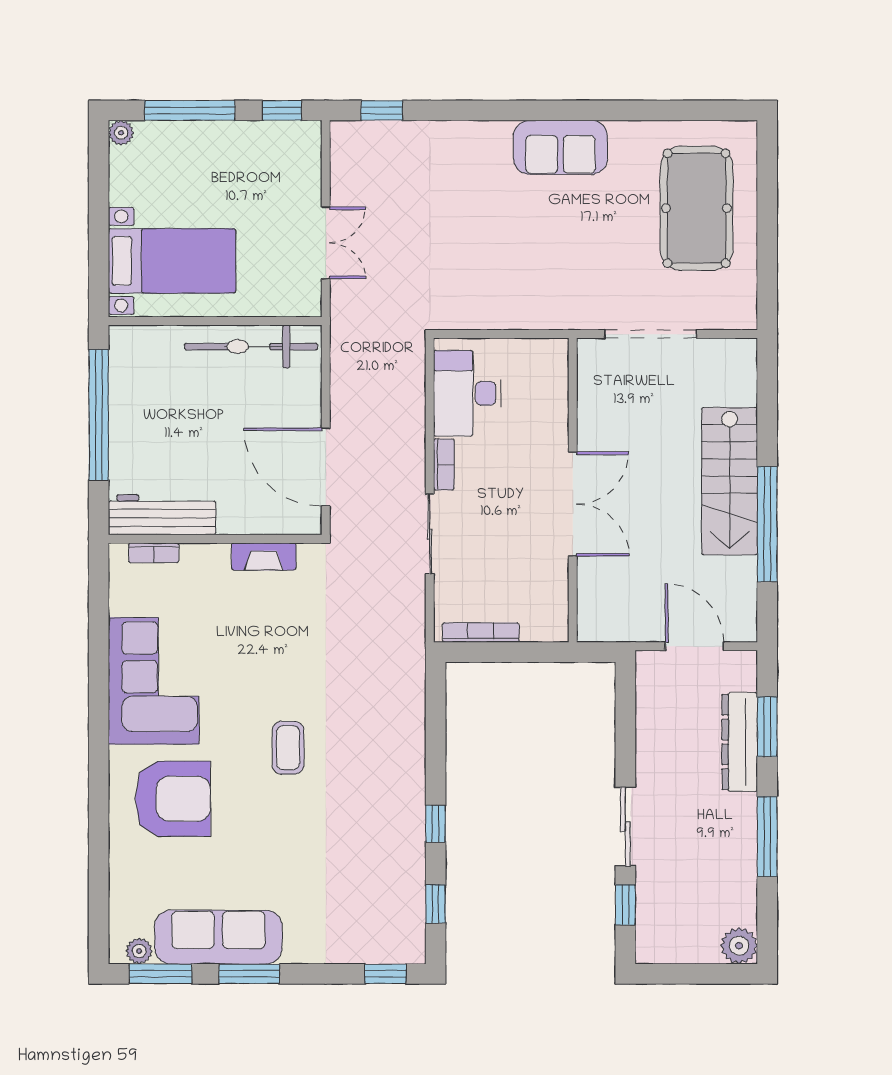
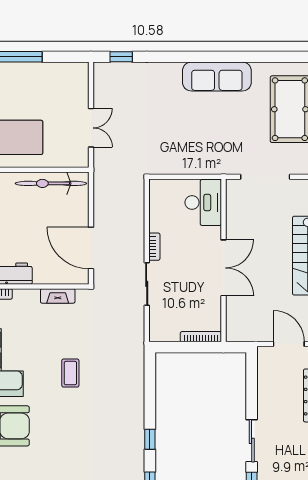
window: (282, 110) -> (68, 57), removed
sofa: (560, 147) -> (217, 77), width x1.36
desk: (467, 393) -> (203, 203), moved, turned 180
bookcase: (481, 632) -> (201, 337), moved
coffee table: (288, 748) -> (70, 373), moved

